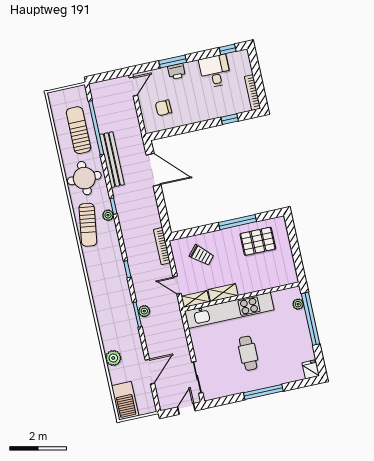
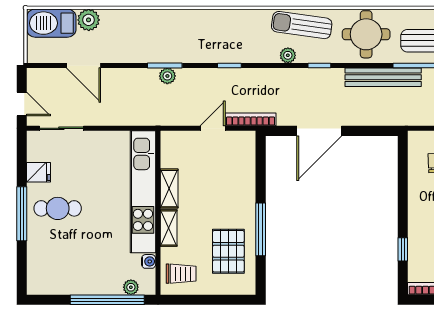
door: (154, 170) -> (319, 131), moved
plant: (108, 215) -> (288, 55), moved
trolley: (201, 255) -> (181, 274), moved, turned -131
door: (177, 285) -> (213, 128), moved
water cooler: (277, 296) -> (149, 261), added
shelving: (195, 299) -> (169, 228), moved
cafe table: (248, 353) -> (58, 208), moved
plant: (113, 358) -> (89, 20), moved
fridge: (311, 369) -> (38, 172), moved

